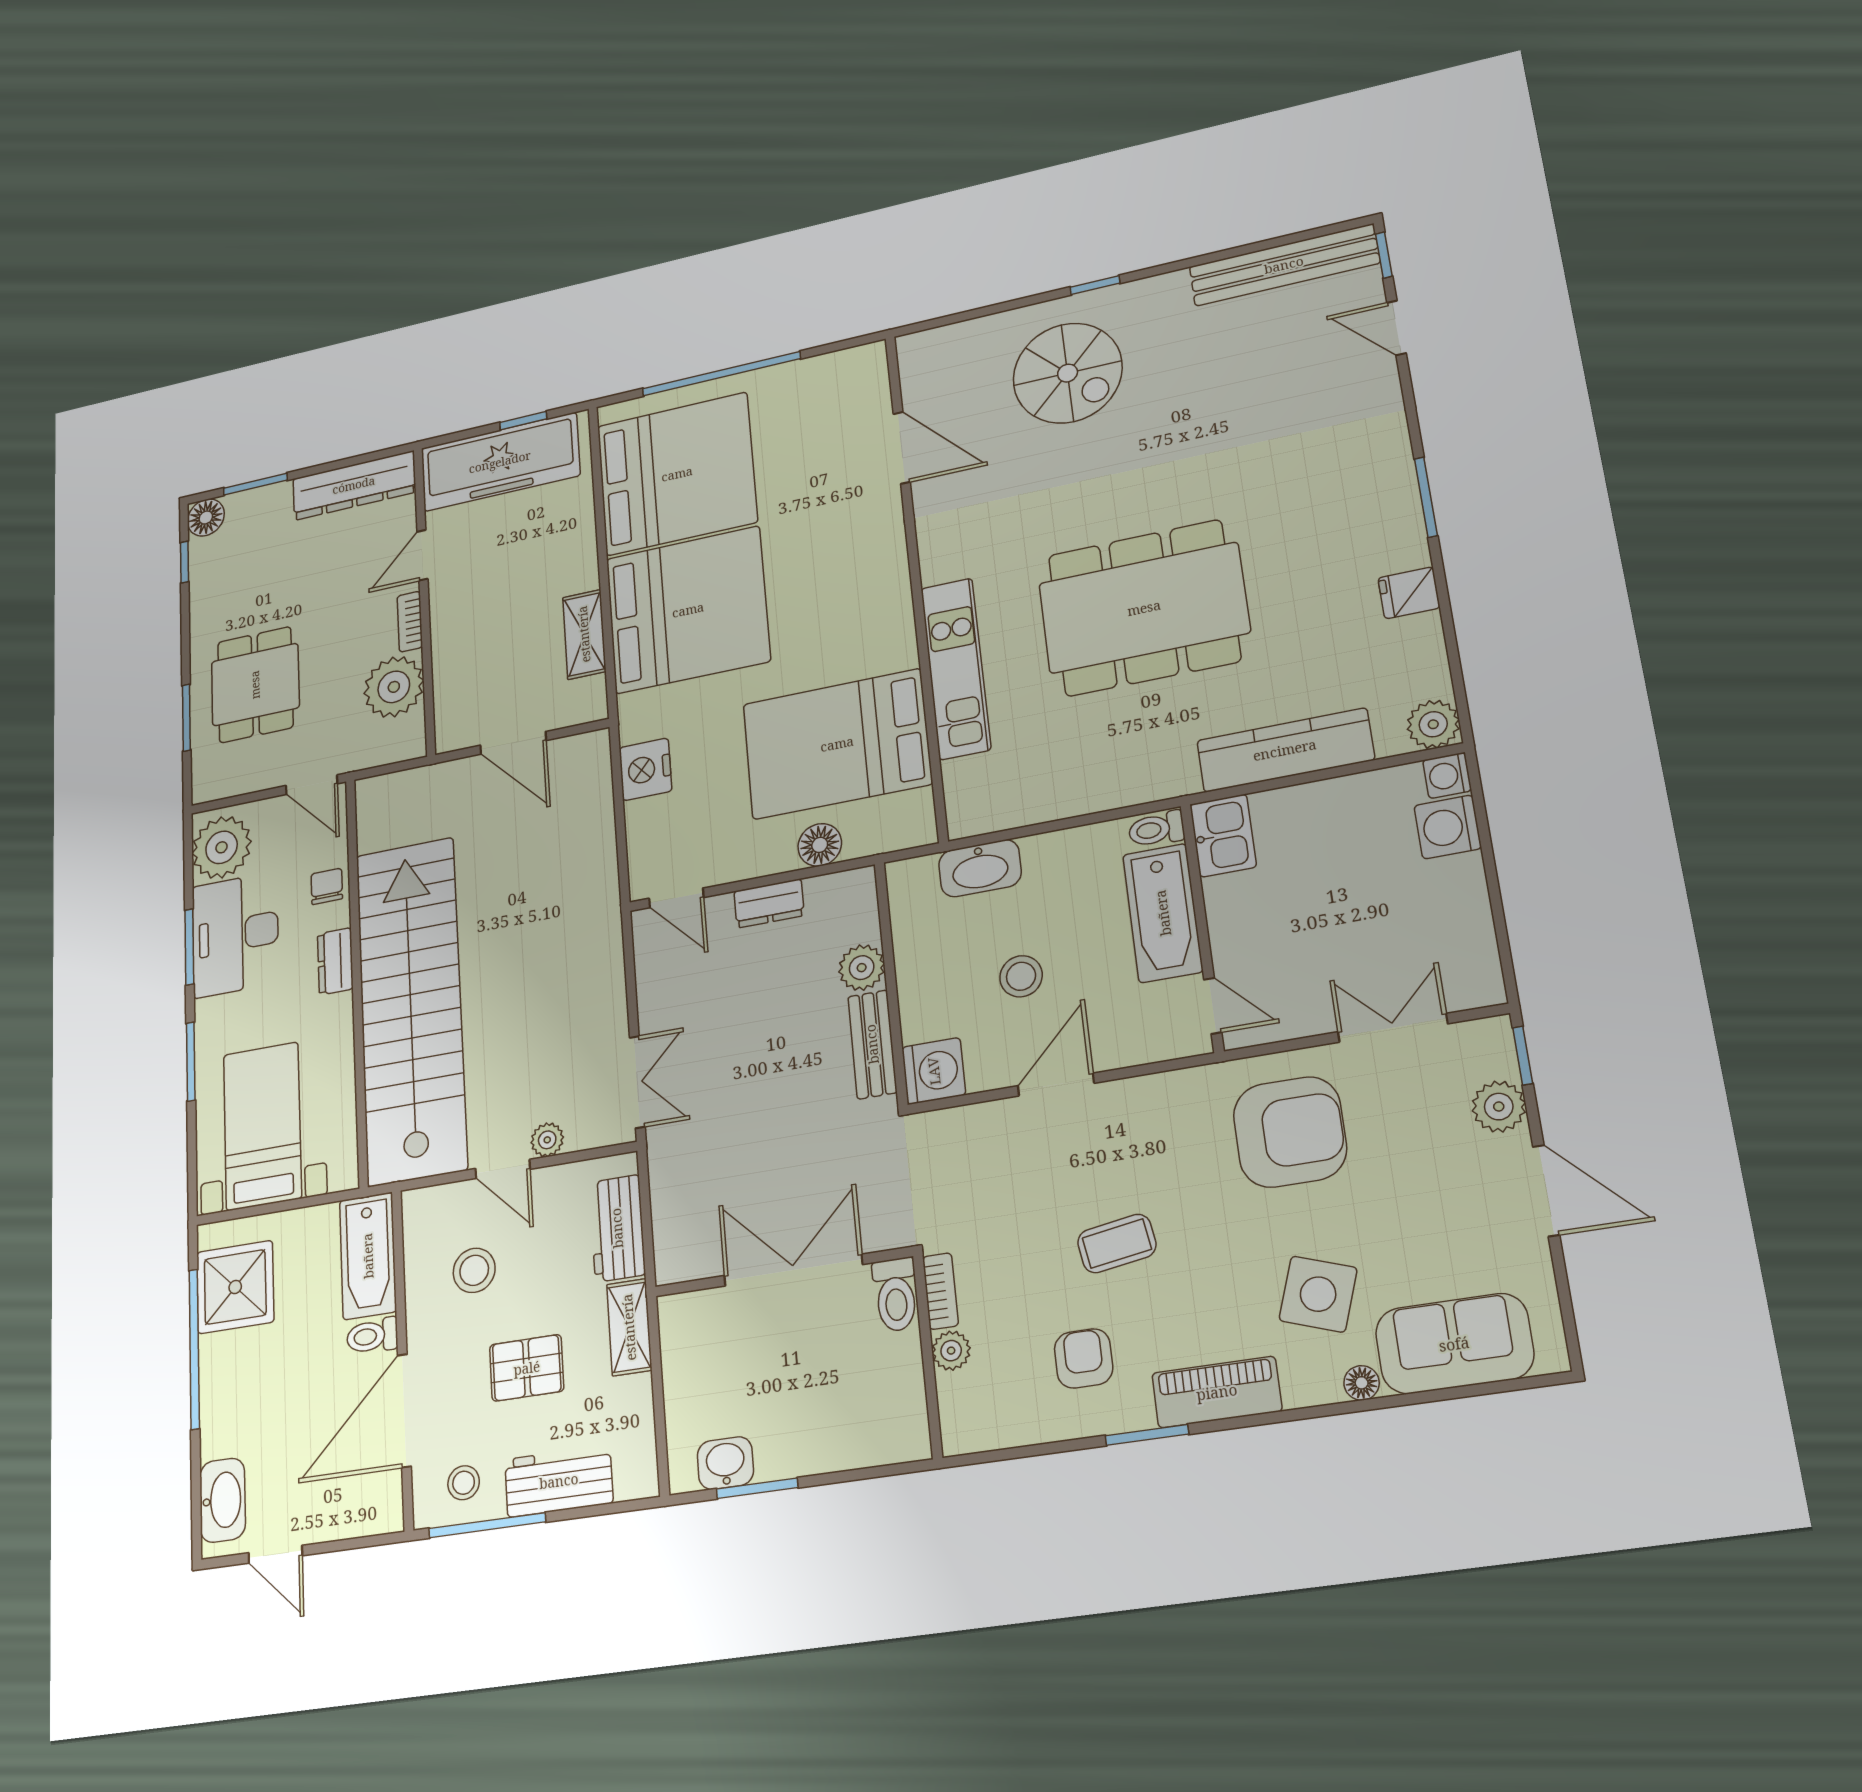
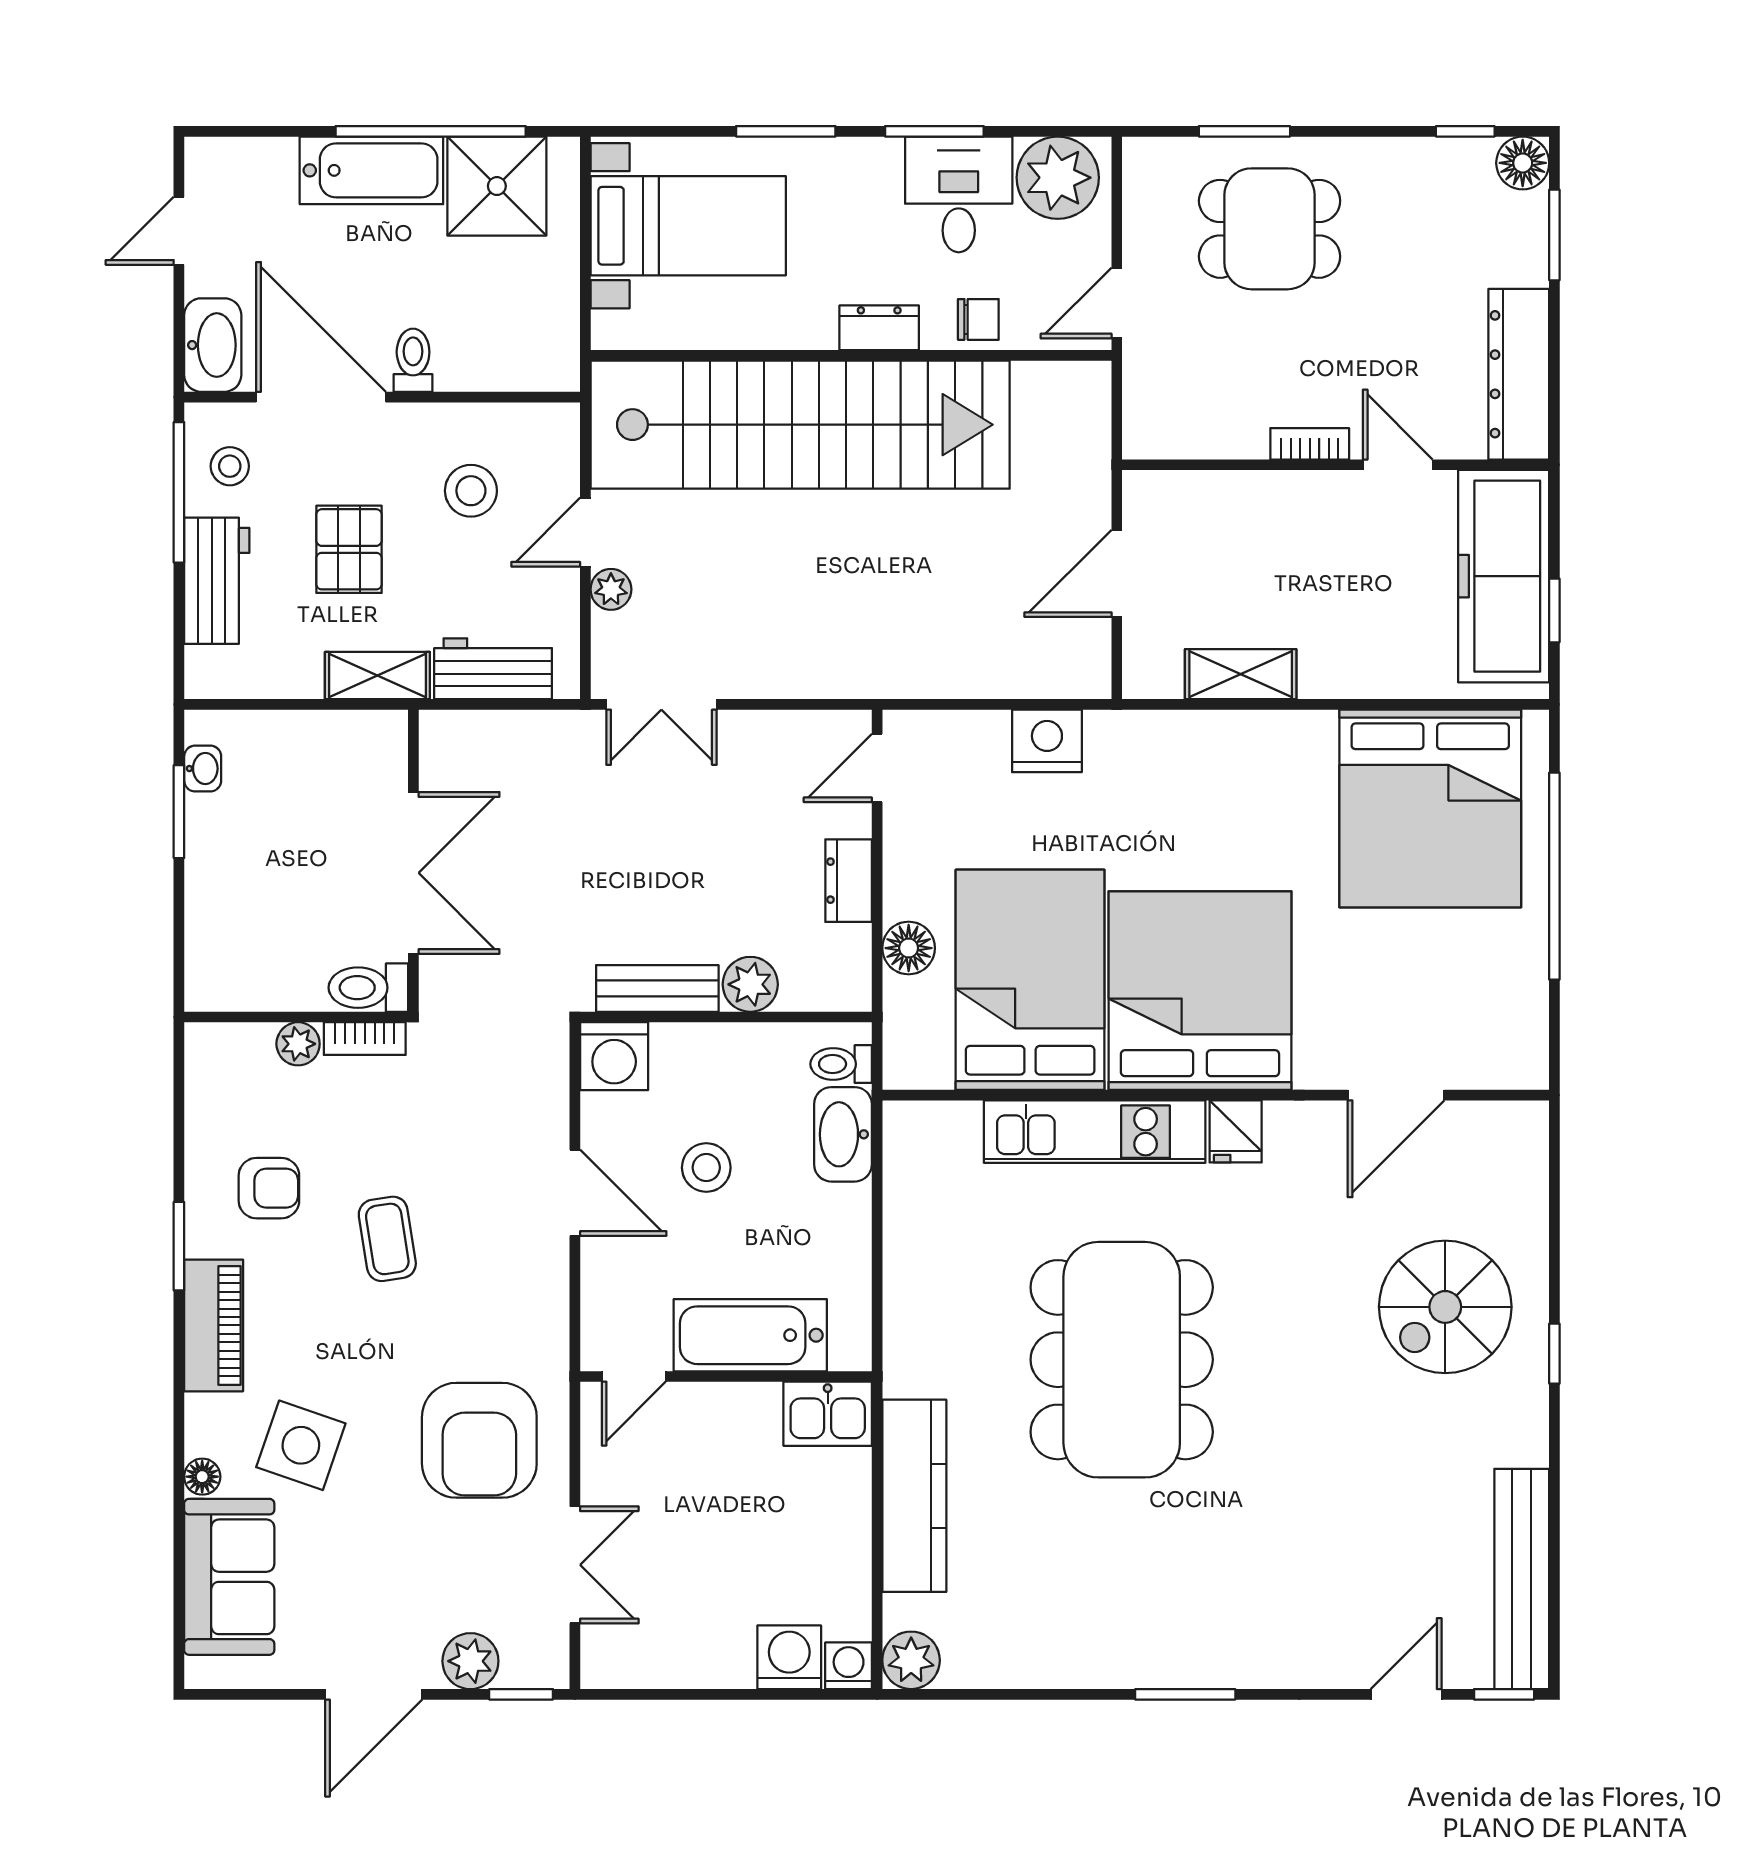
fridge: (1409, 593) -> (1236, 1131), moved, turned 180
bed: (688, 610) -> (1200, 991), moved, turned 180
plant: (394, 687) -> (1225, 419), removed
toilet: (1156, 829) -> (841, 1064), moved, turned -90
desk: (235, 935) -> (959, 194), width x0.73
bathtub: (368, 1256) -> (371, 170), moved, turned 180
washbasin: (725, 1463) -> (203, 769), width x0.72, depth x0.69
washbasin: (223, 1500) -> (213, 345), moved, turned -90

